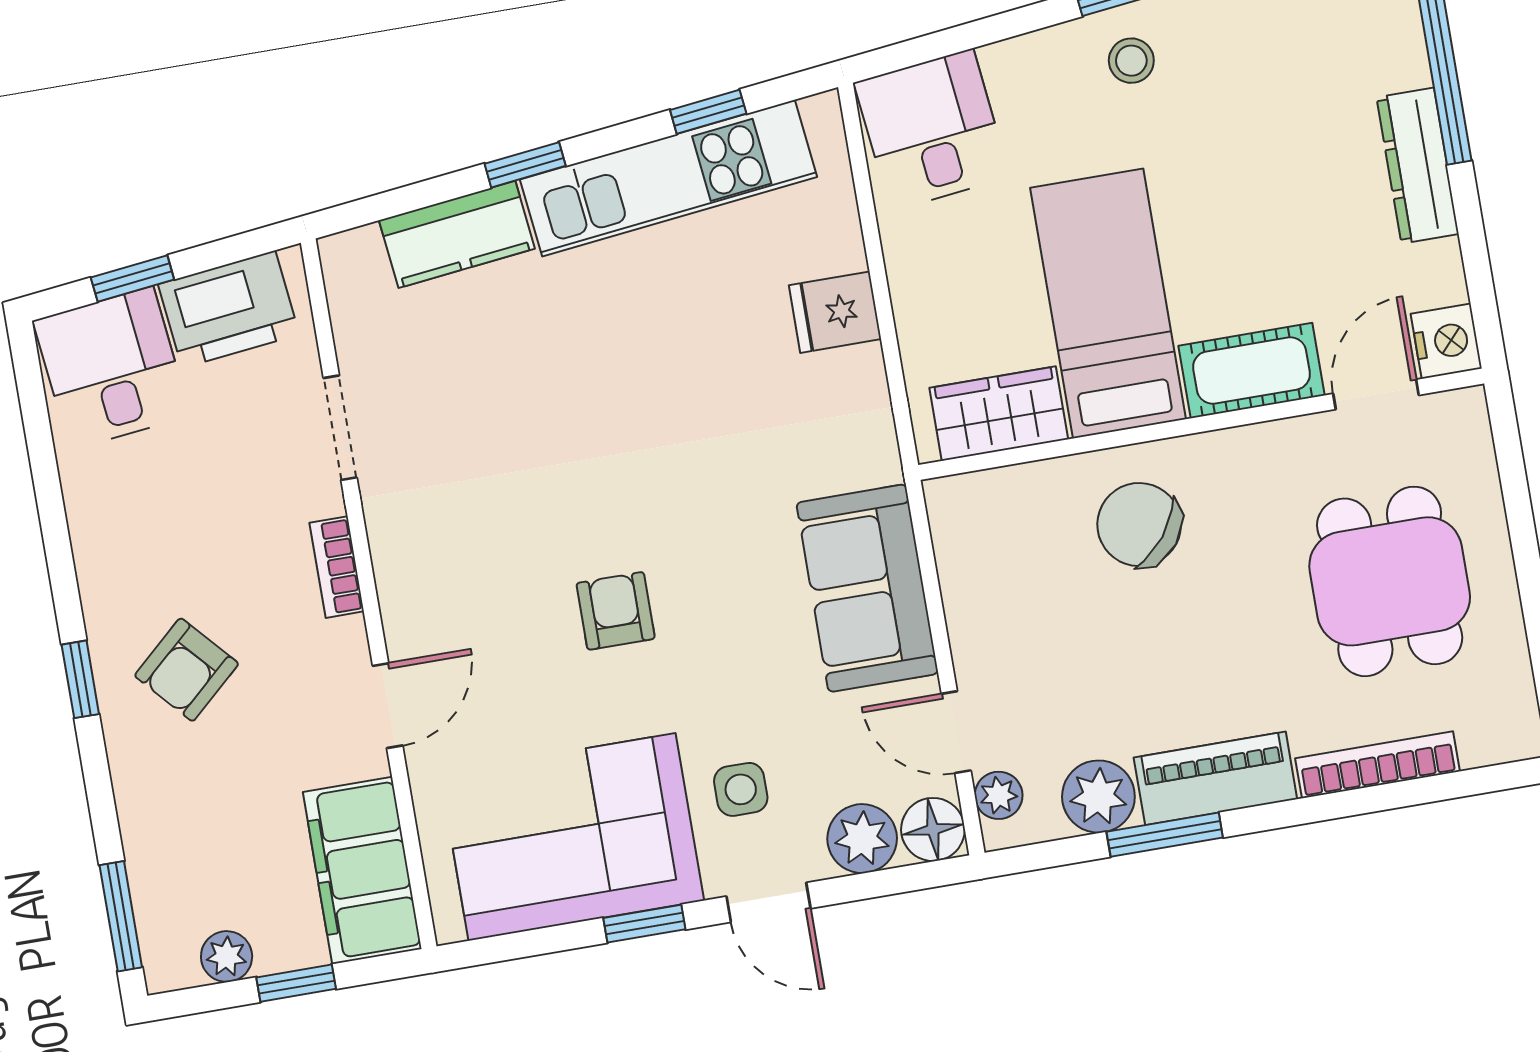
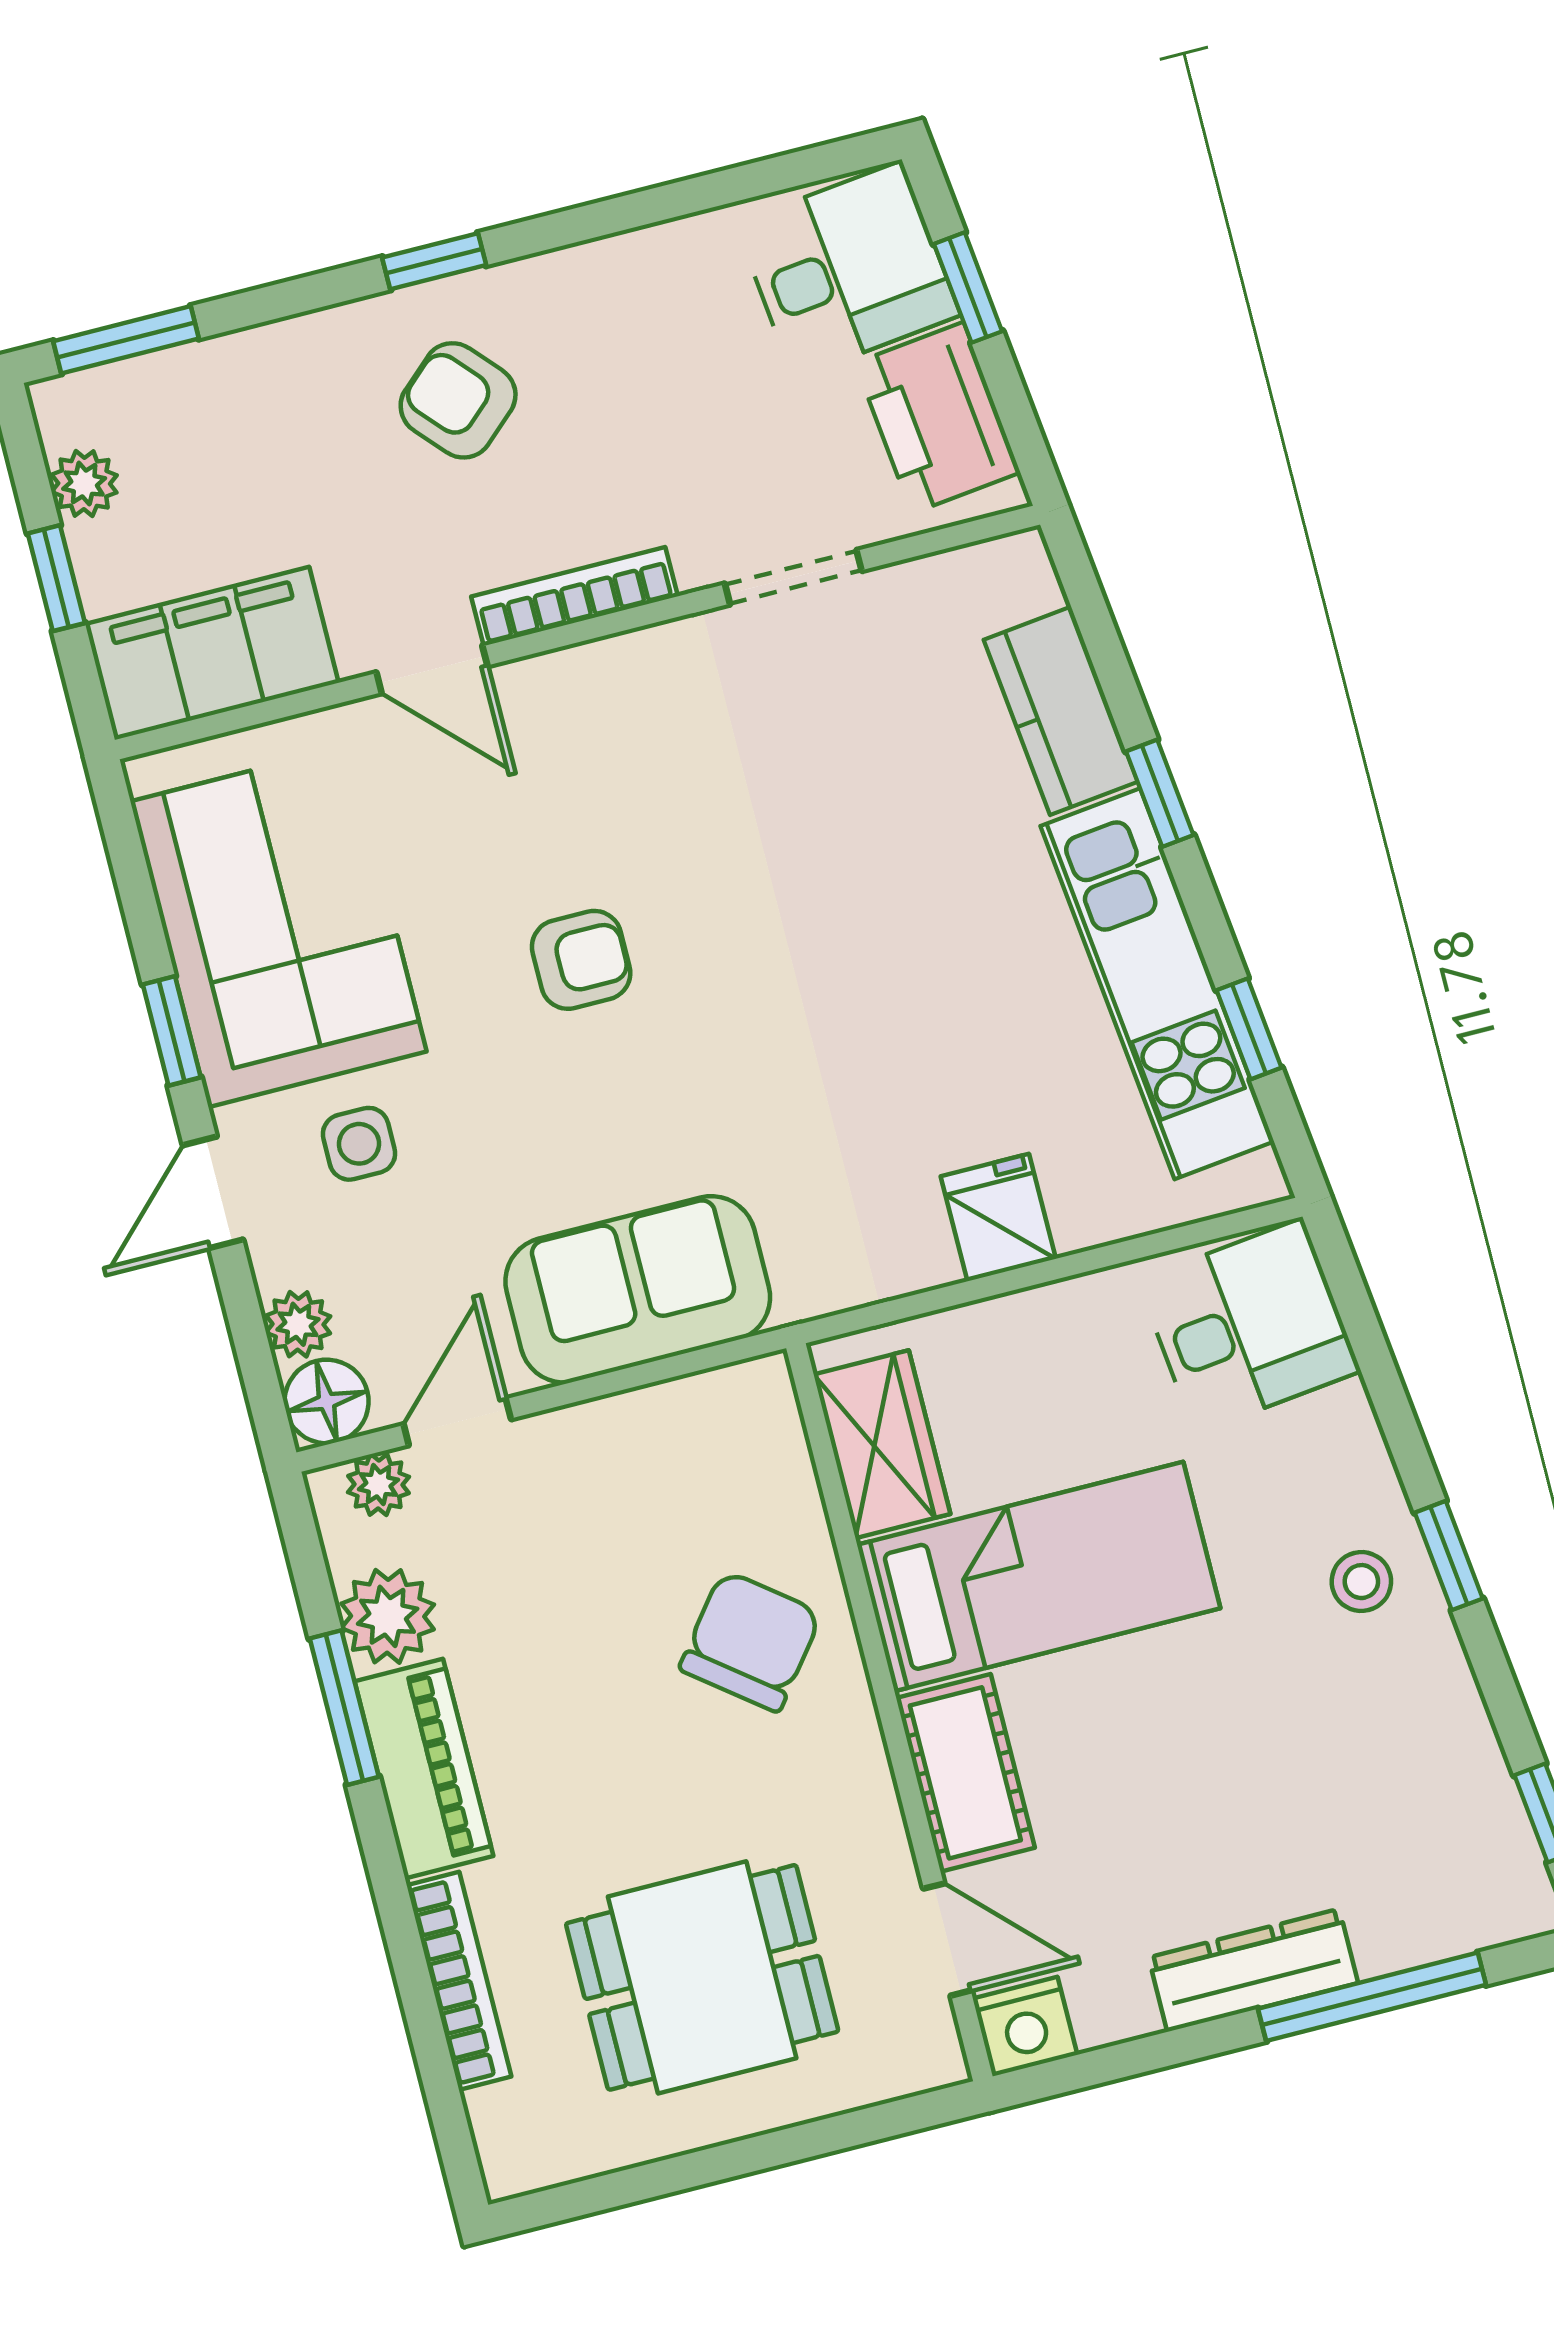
bookcase: (337, 567) -> (574, 596), width x1.56
plant: (862, 839) -> (298, 1324), width x0.73, depth x0.73

